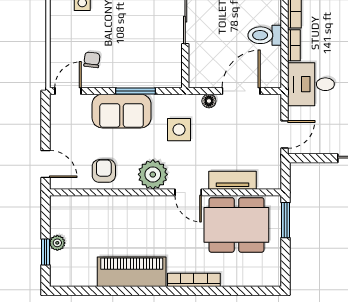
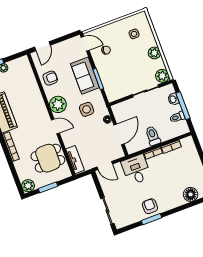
door: (241, 91) -> (119, 134), hinge flipped
tv unit: (233, 180) -> (75, 160), moved
door: (188, 192) -> (55, 126), swing flipped
window: (286, 220) -> (48, 187), moved
dining table: (236, 225) -> (48, 158), width x0.73
plant: (270, 275) -> (28, 186), added

